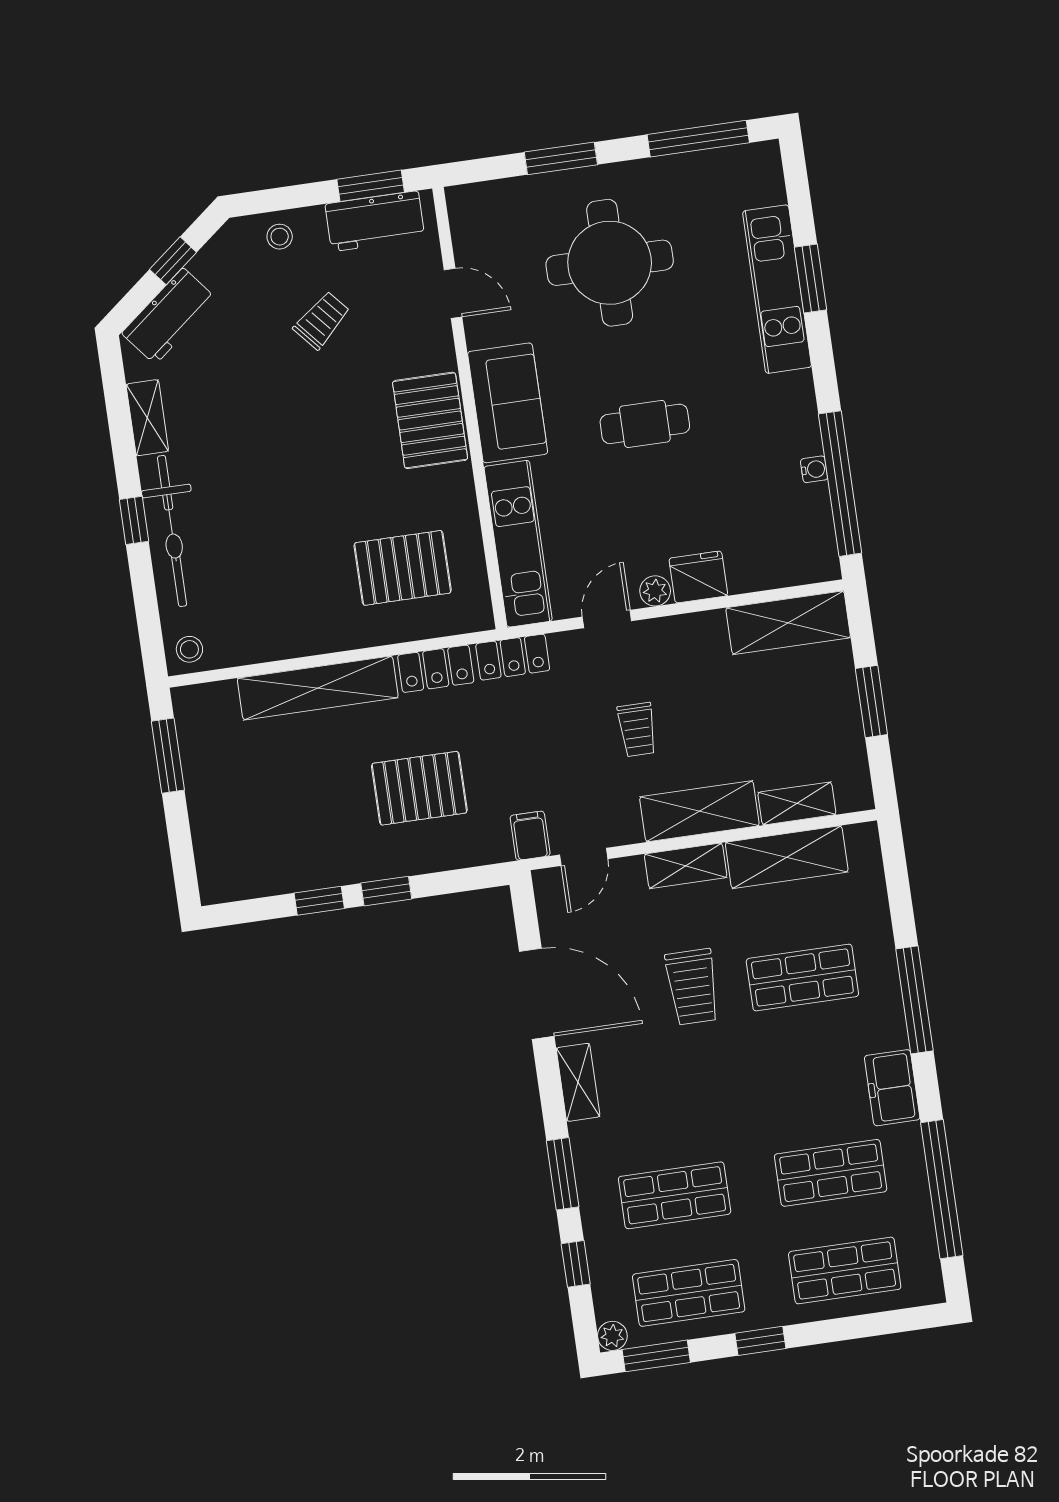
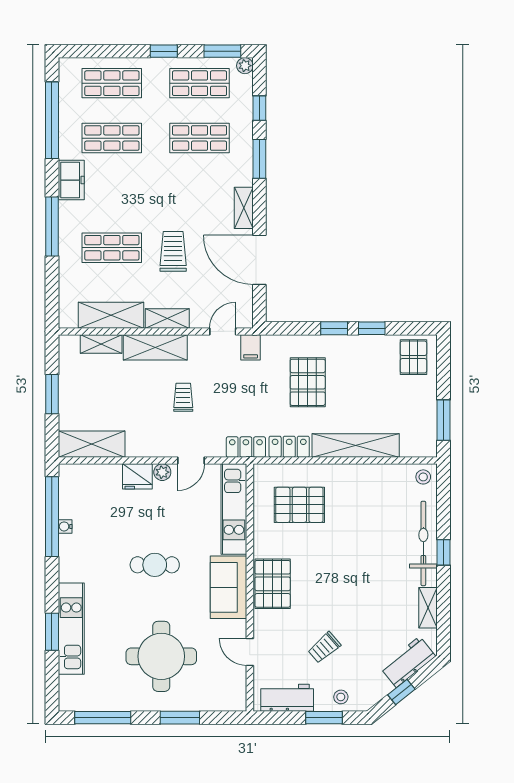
window: (371, 186) -> (324, 718), moved
pallet: (419, 788) -> (308, 382), turned 90
pallet: (238, 860) -> (413, 357), added

